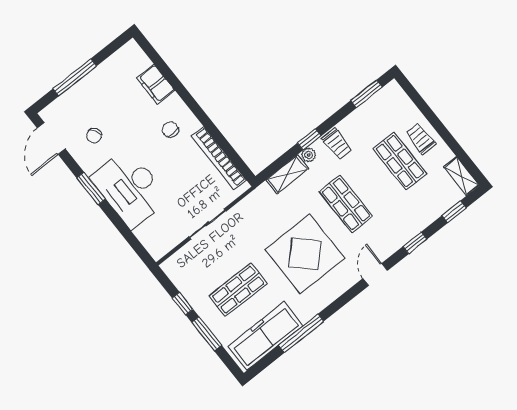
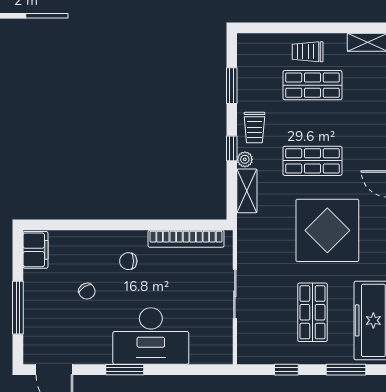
filing cabinet: (156, 84) -> (35, 250), moved, turned -90
window: (366, 94) -> (232, 86), moved
chair: (94, 136) -> (87, 291), moved
trolley: (337, 144) -> (254, 128), turned 90
window: (207, 334) -> (346, 370), moved

